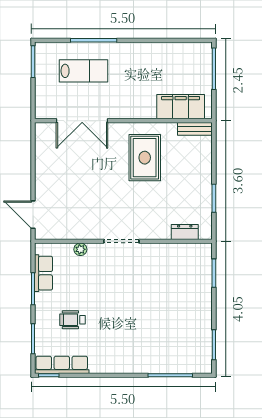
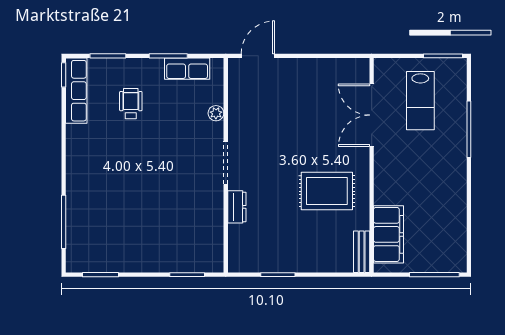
lab bench: (83, 71) -> (420, 101), moved
dresser: (185, 232) -> (237, 207), moved

